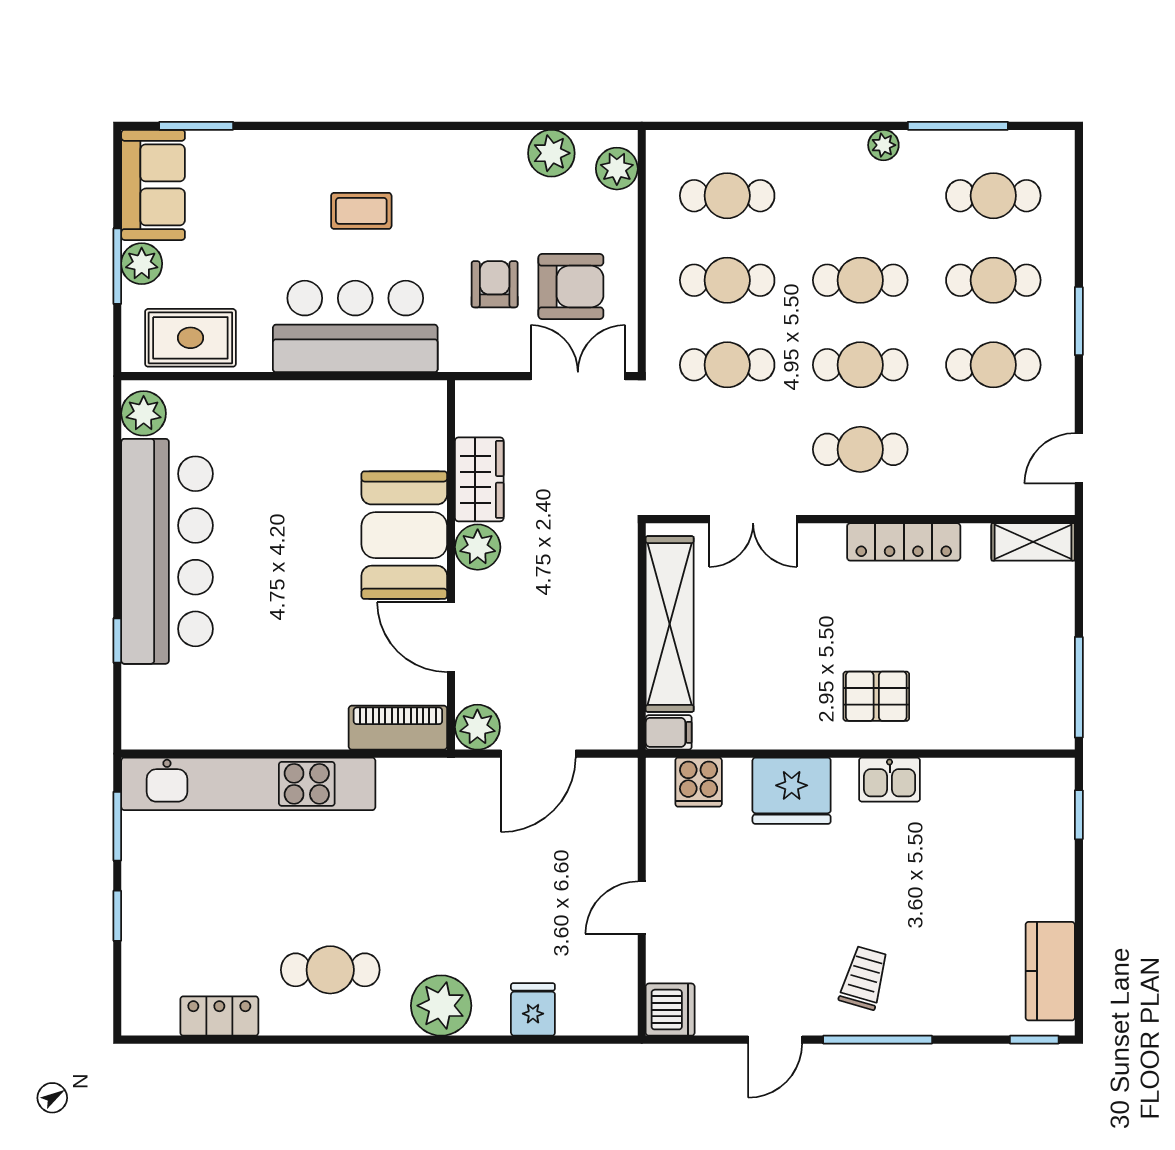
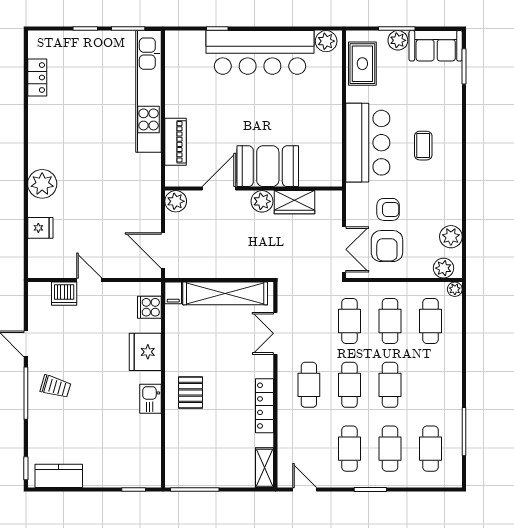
plant: (883, 145) -> (455, 289), moved
piano: (398, 728) -> (175, 142), moved
door: (538, 754) -> (163, 250), moved
cafe table: (330, 970) -> (59, 131), removed
dishwasher: (670, 1010) -> (64, 294), moved

